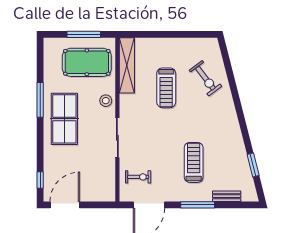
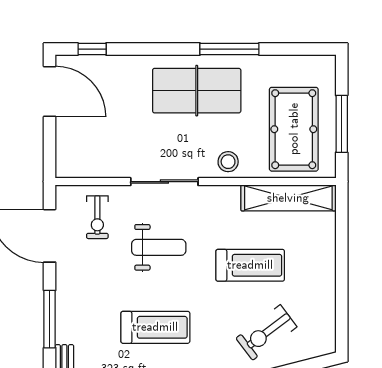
treadmill: (166, 88) -> (250, 265), turned 180
weight bench: (156, 141) -> (159, 247), added
treadmill: (194, 162) -> (155, 327), moved

